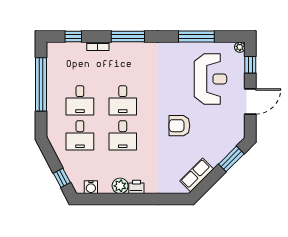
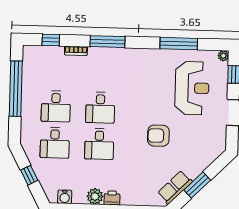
window: (231, 159) -> (197, 185), moved
window: (62, 178) -> (29, 175), moved

